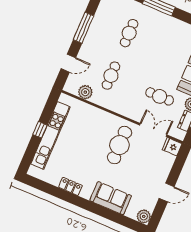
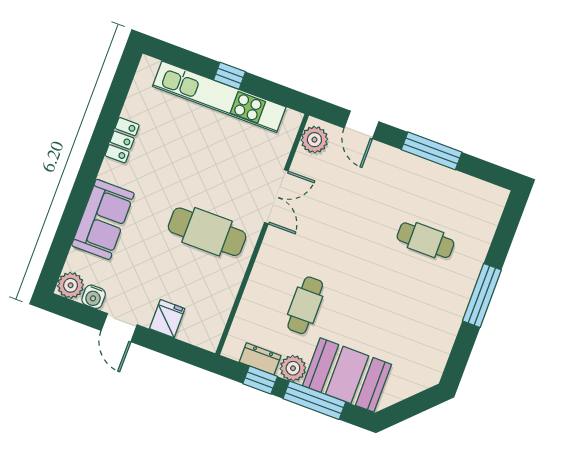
cafe table: (111, 76) -> (341, 209), removed
plant: (85, 92) -> (314, 140), moved
double door: (153, 130) -> (276, 197), moved
fridge: (172, 147) -> (167, 319), moved
water cooler: (150, 205) -> (94, 297), added

